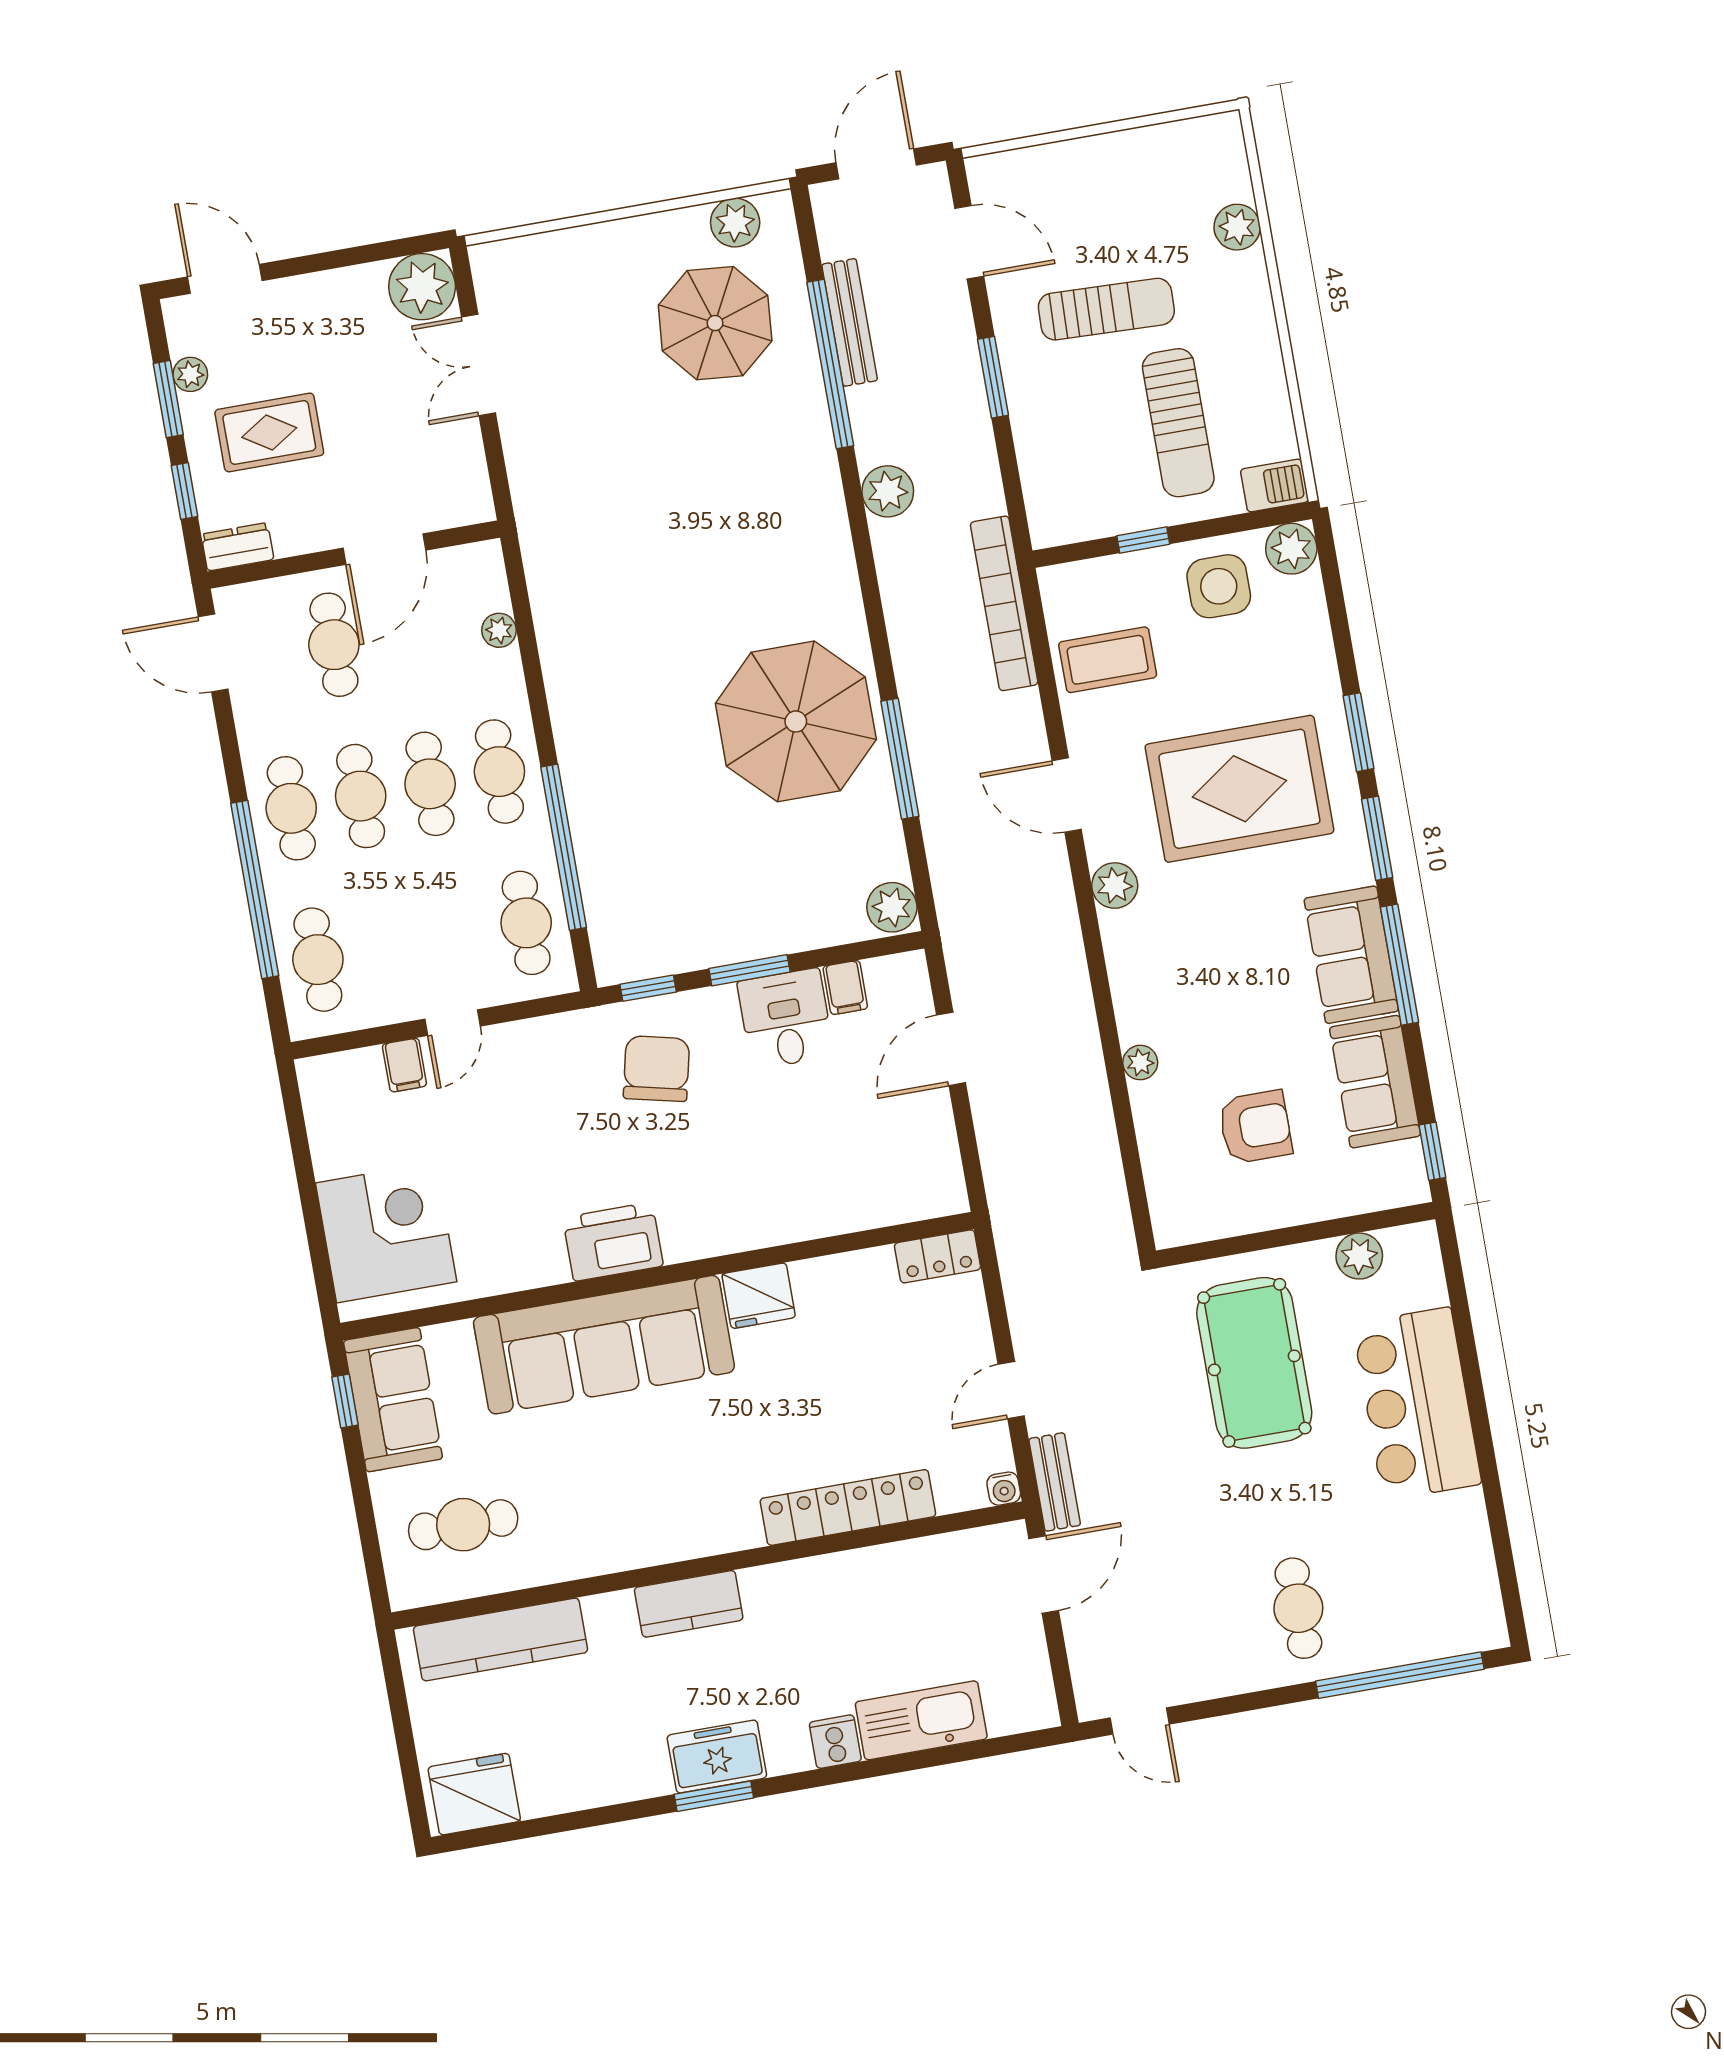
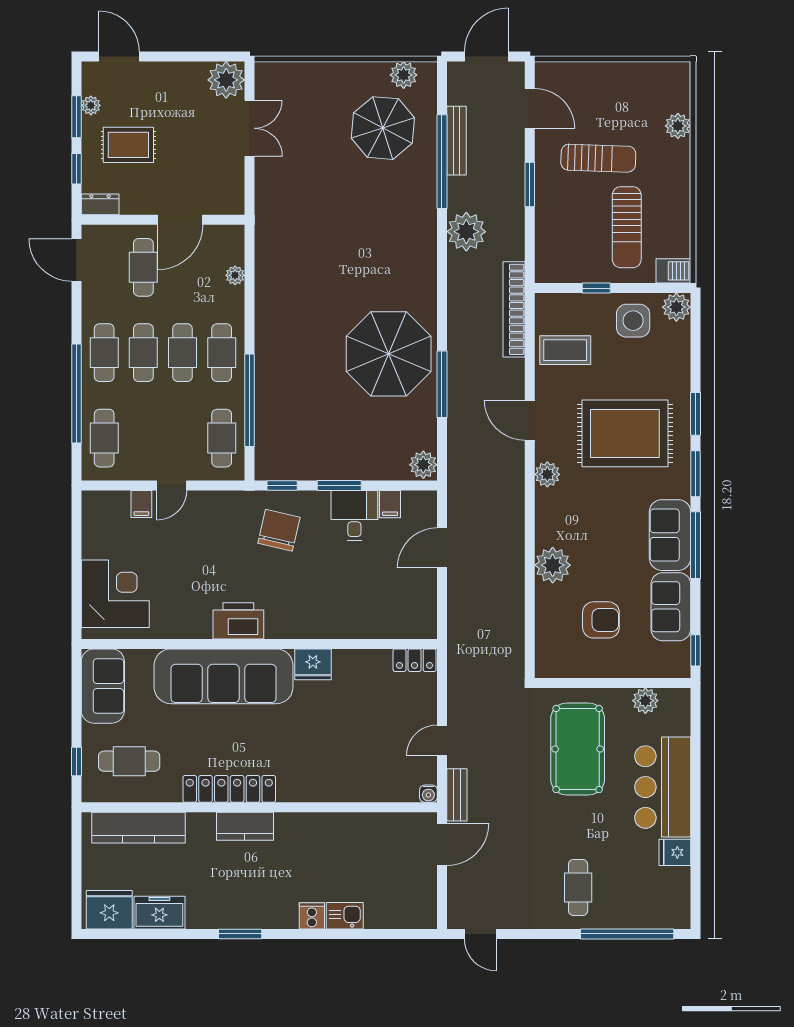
double door: (479, 365) -> (249, 128), swing flipped
plant: (888, 491) -> (466, 232), width x1.36, depth x1.36
plant: (1140, 1063) -> (553, 565), width x1.88, depth x1.88
window: (345, 1401) -> (76, 762), moved
locker: (848, 1507) -> (229, 789), moved
fridge: (1459, 1516) -> (675, 852), added
kitchen sink: (921, 1720) -> (345, 916), width x0.53, depth x0.81
freezer: (717, 1757) -> (159, 913), moved

